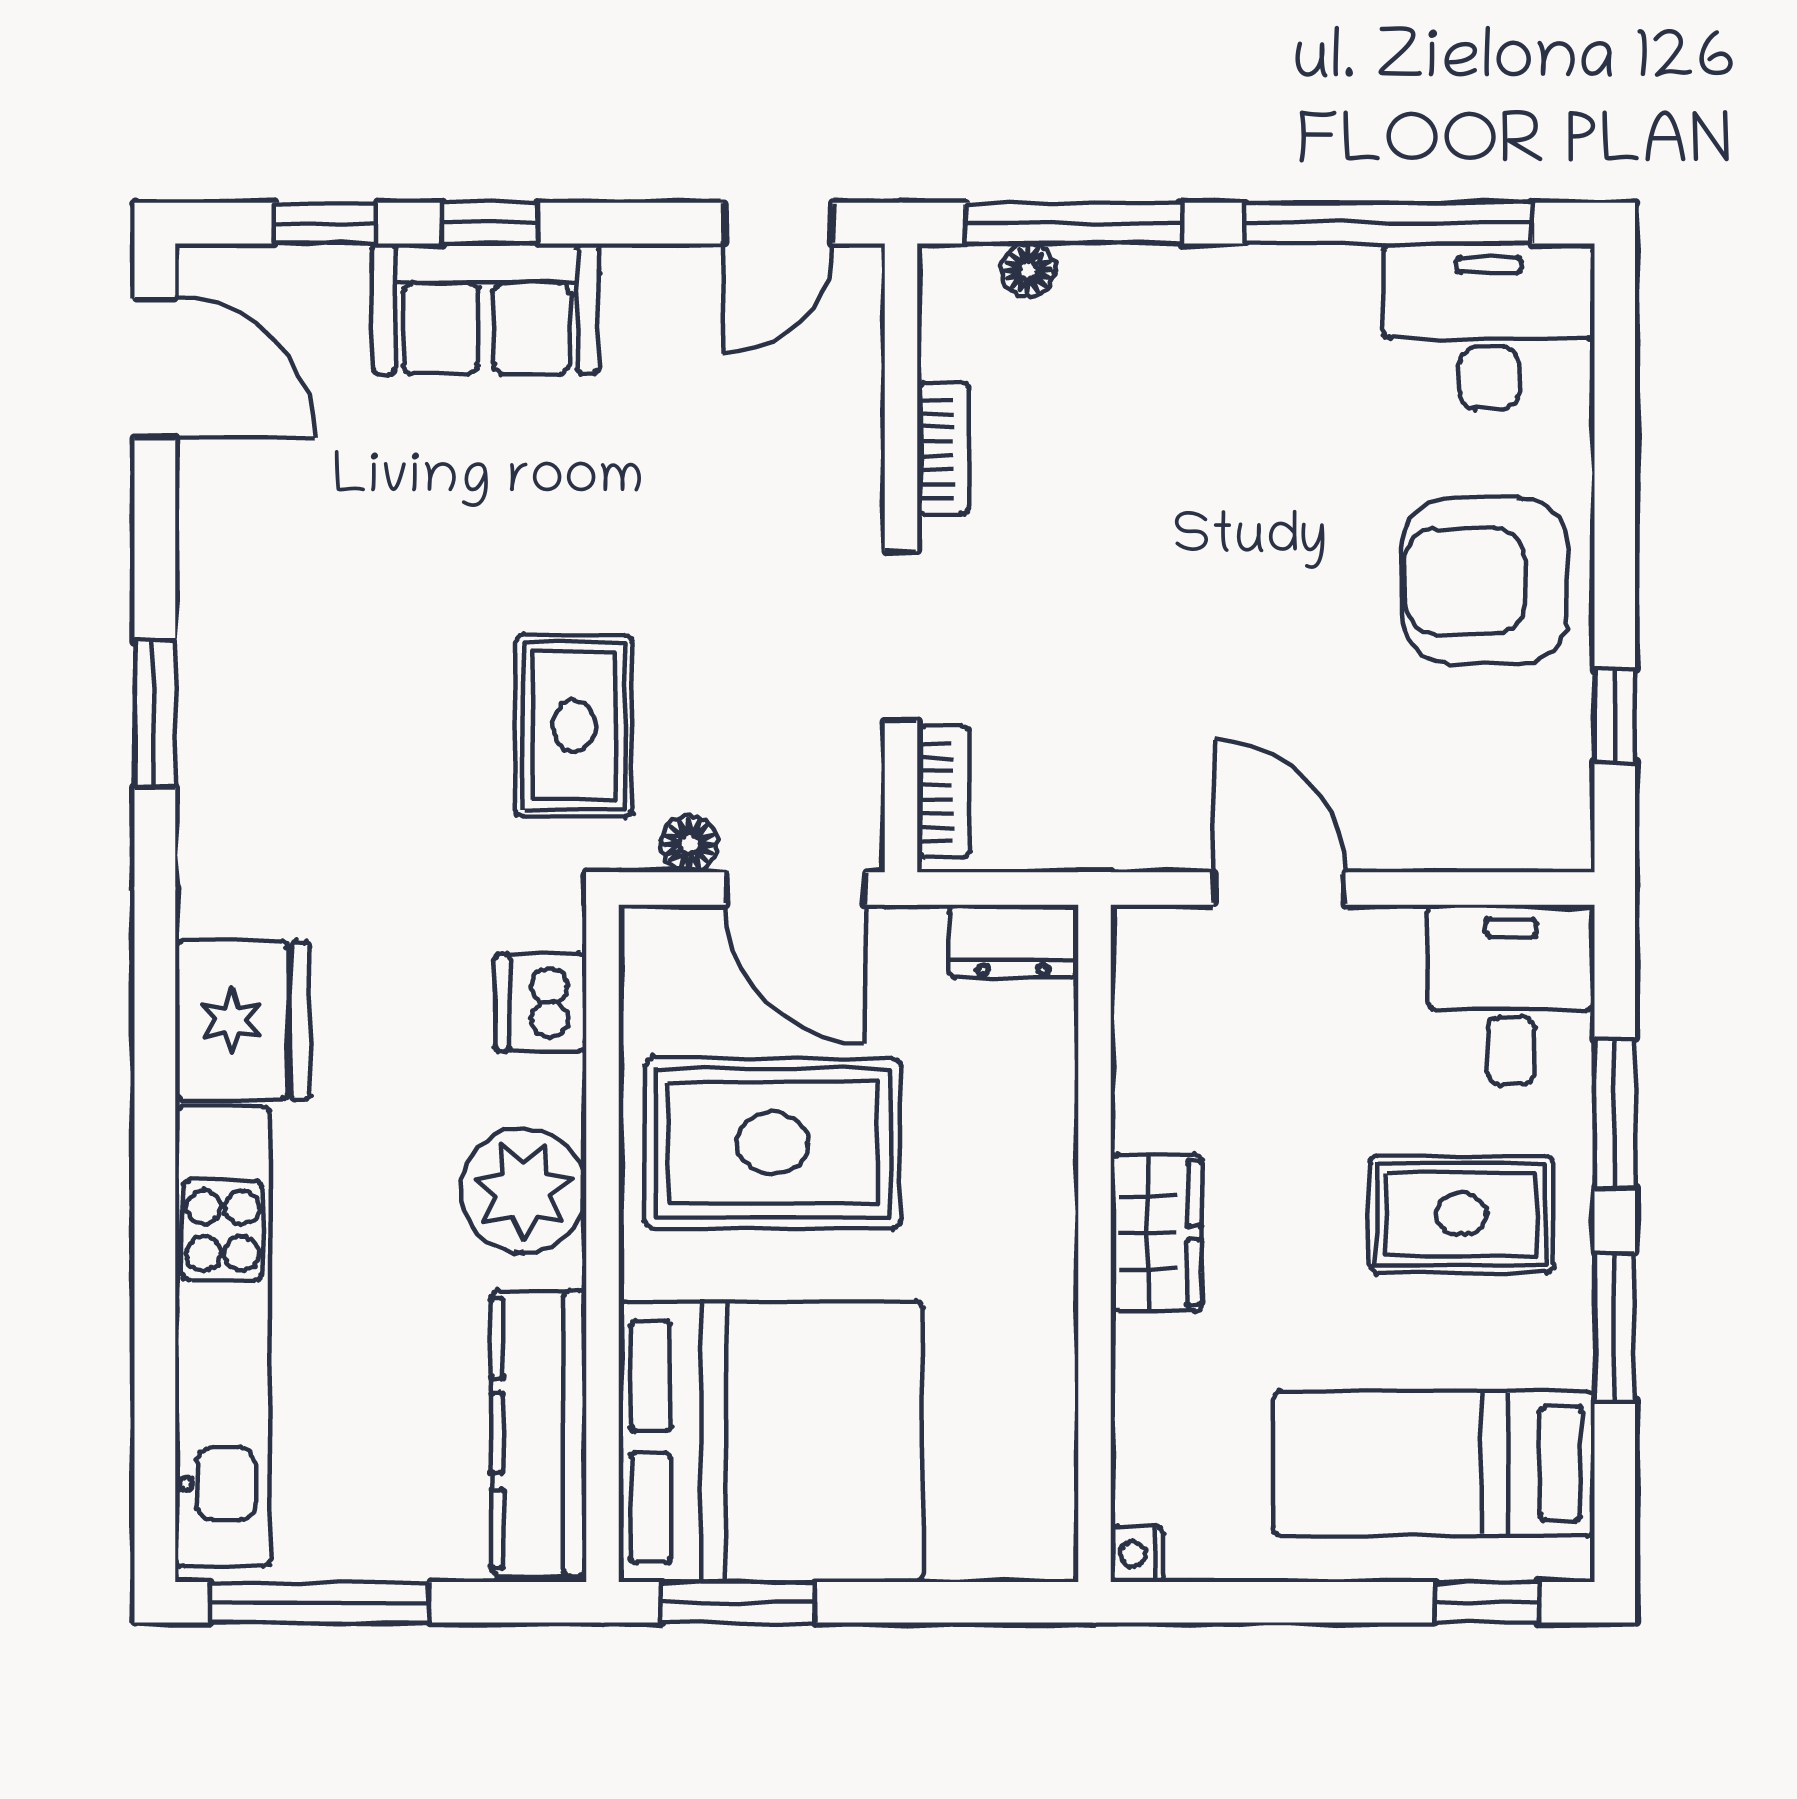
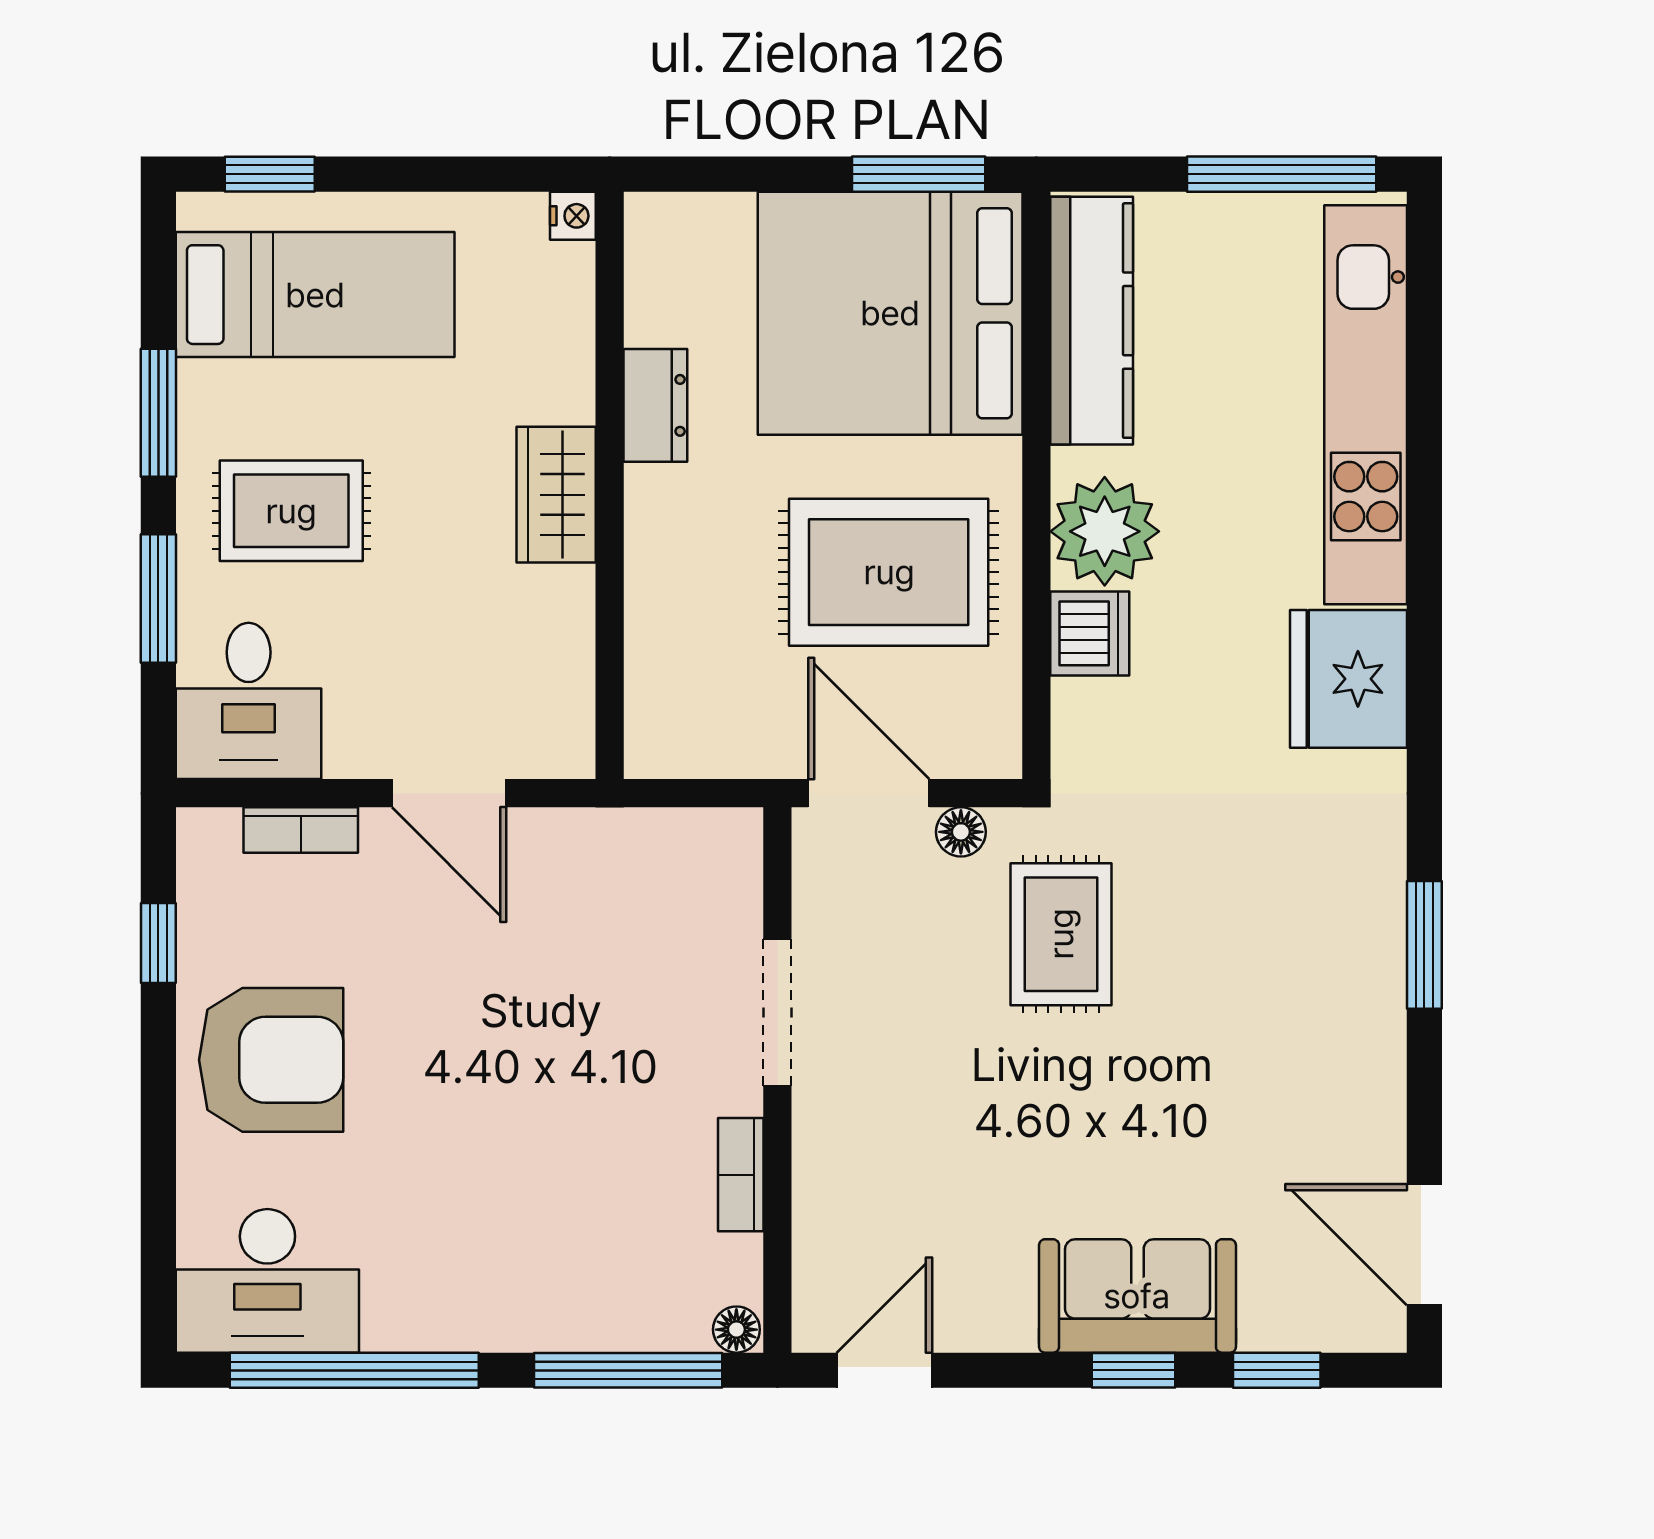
floor lamp: (1028, 270) -> (736, 1330), moved
bookcase: (943, 792) -> (301, 830), moved, turned -90
dresser: (1013, 941) -> (655, 405), moved, turned 90
dishwasher: (541, 1002) -> (1090, 633), moved

